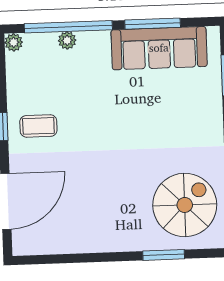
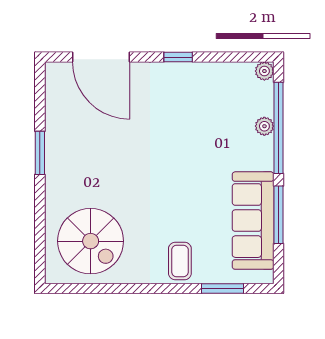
coffee table: (38, 126) -> (180, 261), moved
window: (164, 255) -> (40, 153), moved

